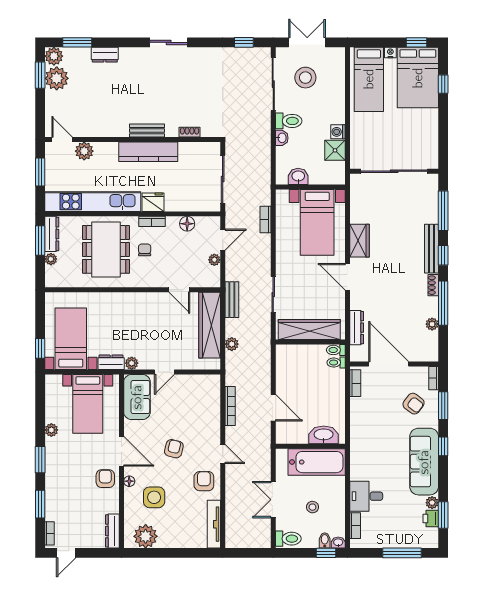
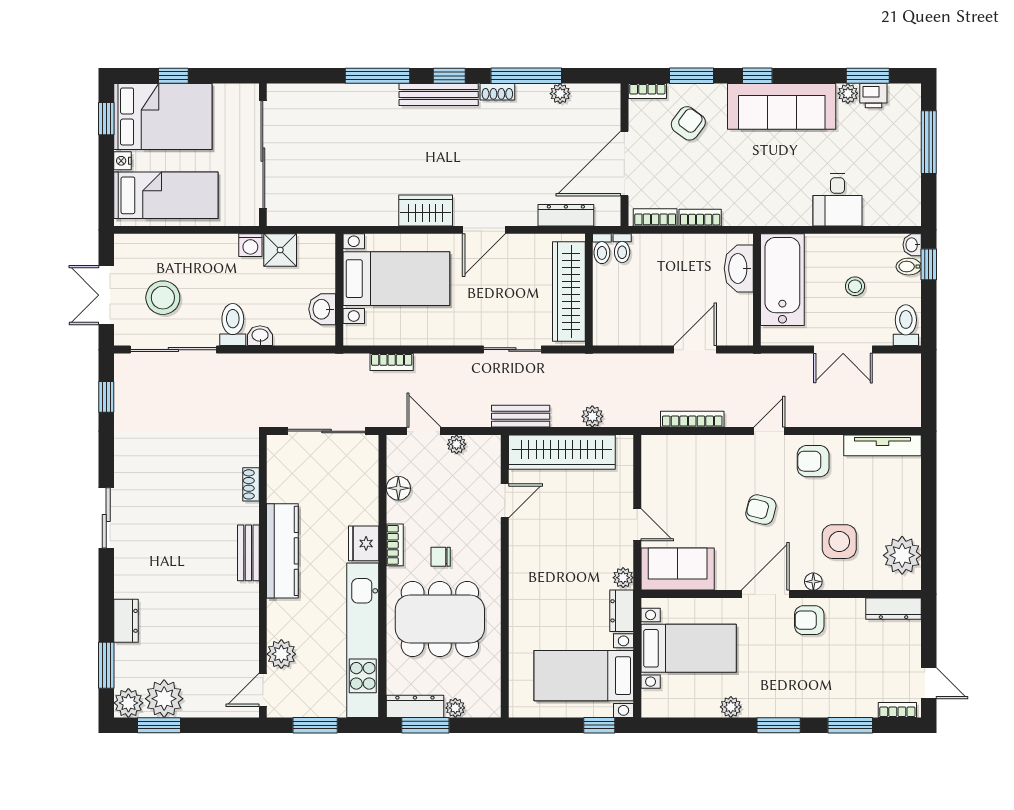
sliding door: (394, 171) -> (263, 155), moved
wall: (394, 171) -> (263, 155), moved
bookcase: (355, 526) -> (700, 218), moved

